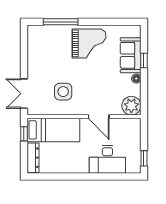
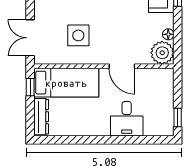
floor lamp: (136, 79) -> (168, 34), moved
desk: (107, 159) -> (127, 119), width x0.73

